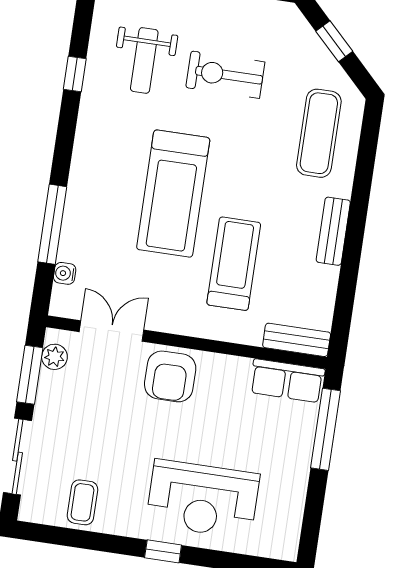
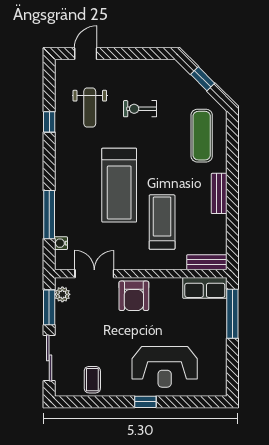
exercise bike: (225, 75) -> (140, 109), width x0.73, depth x0.72

